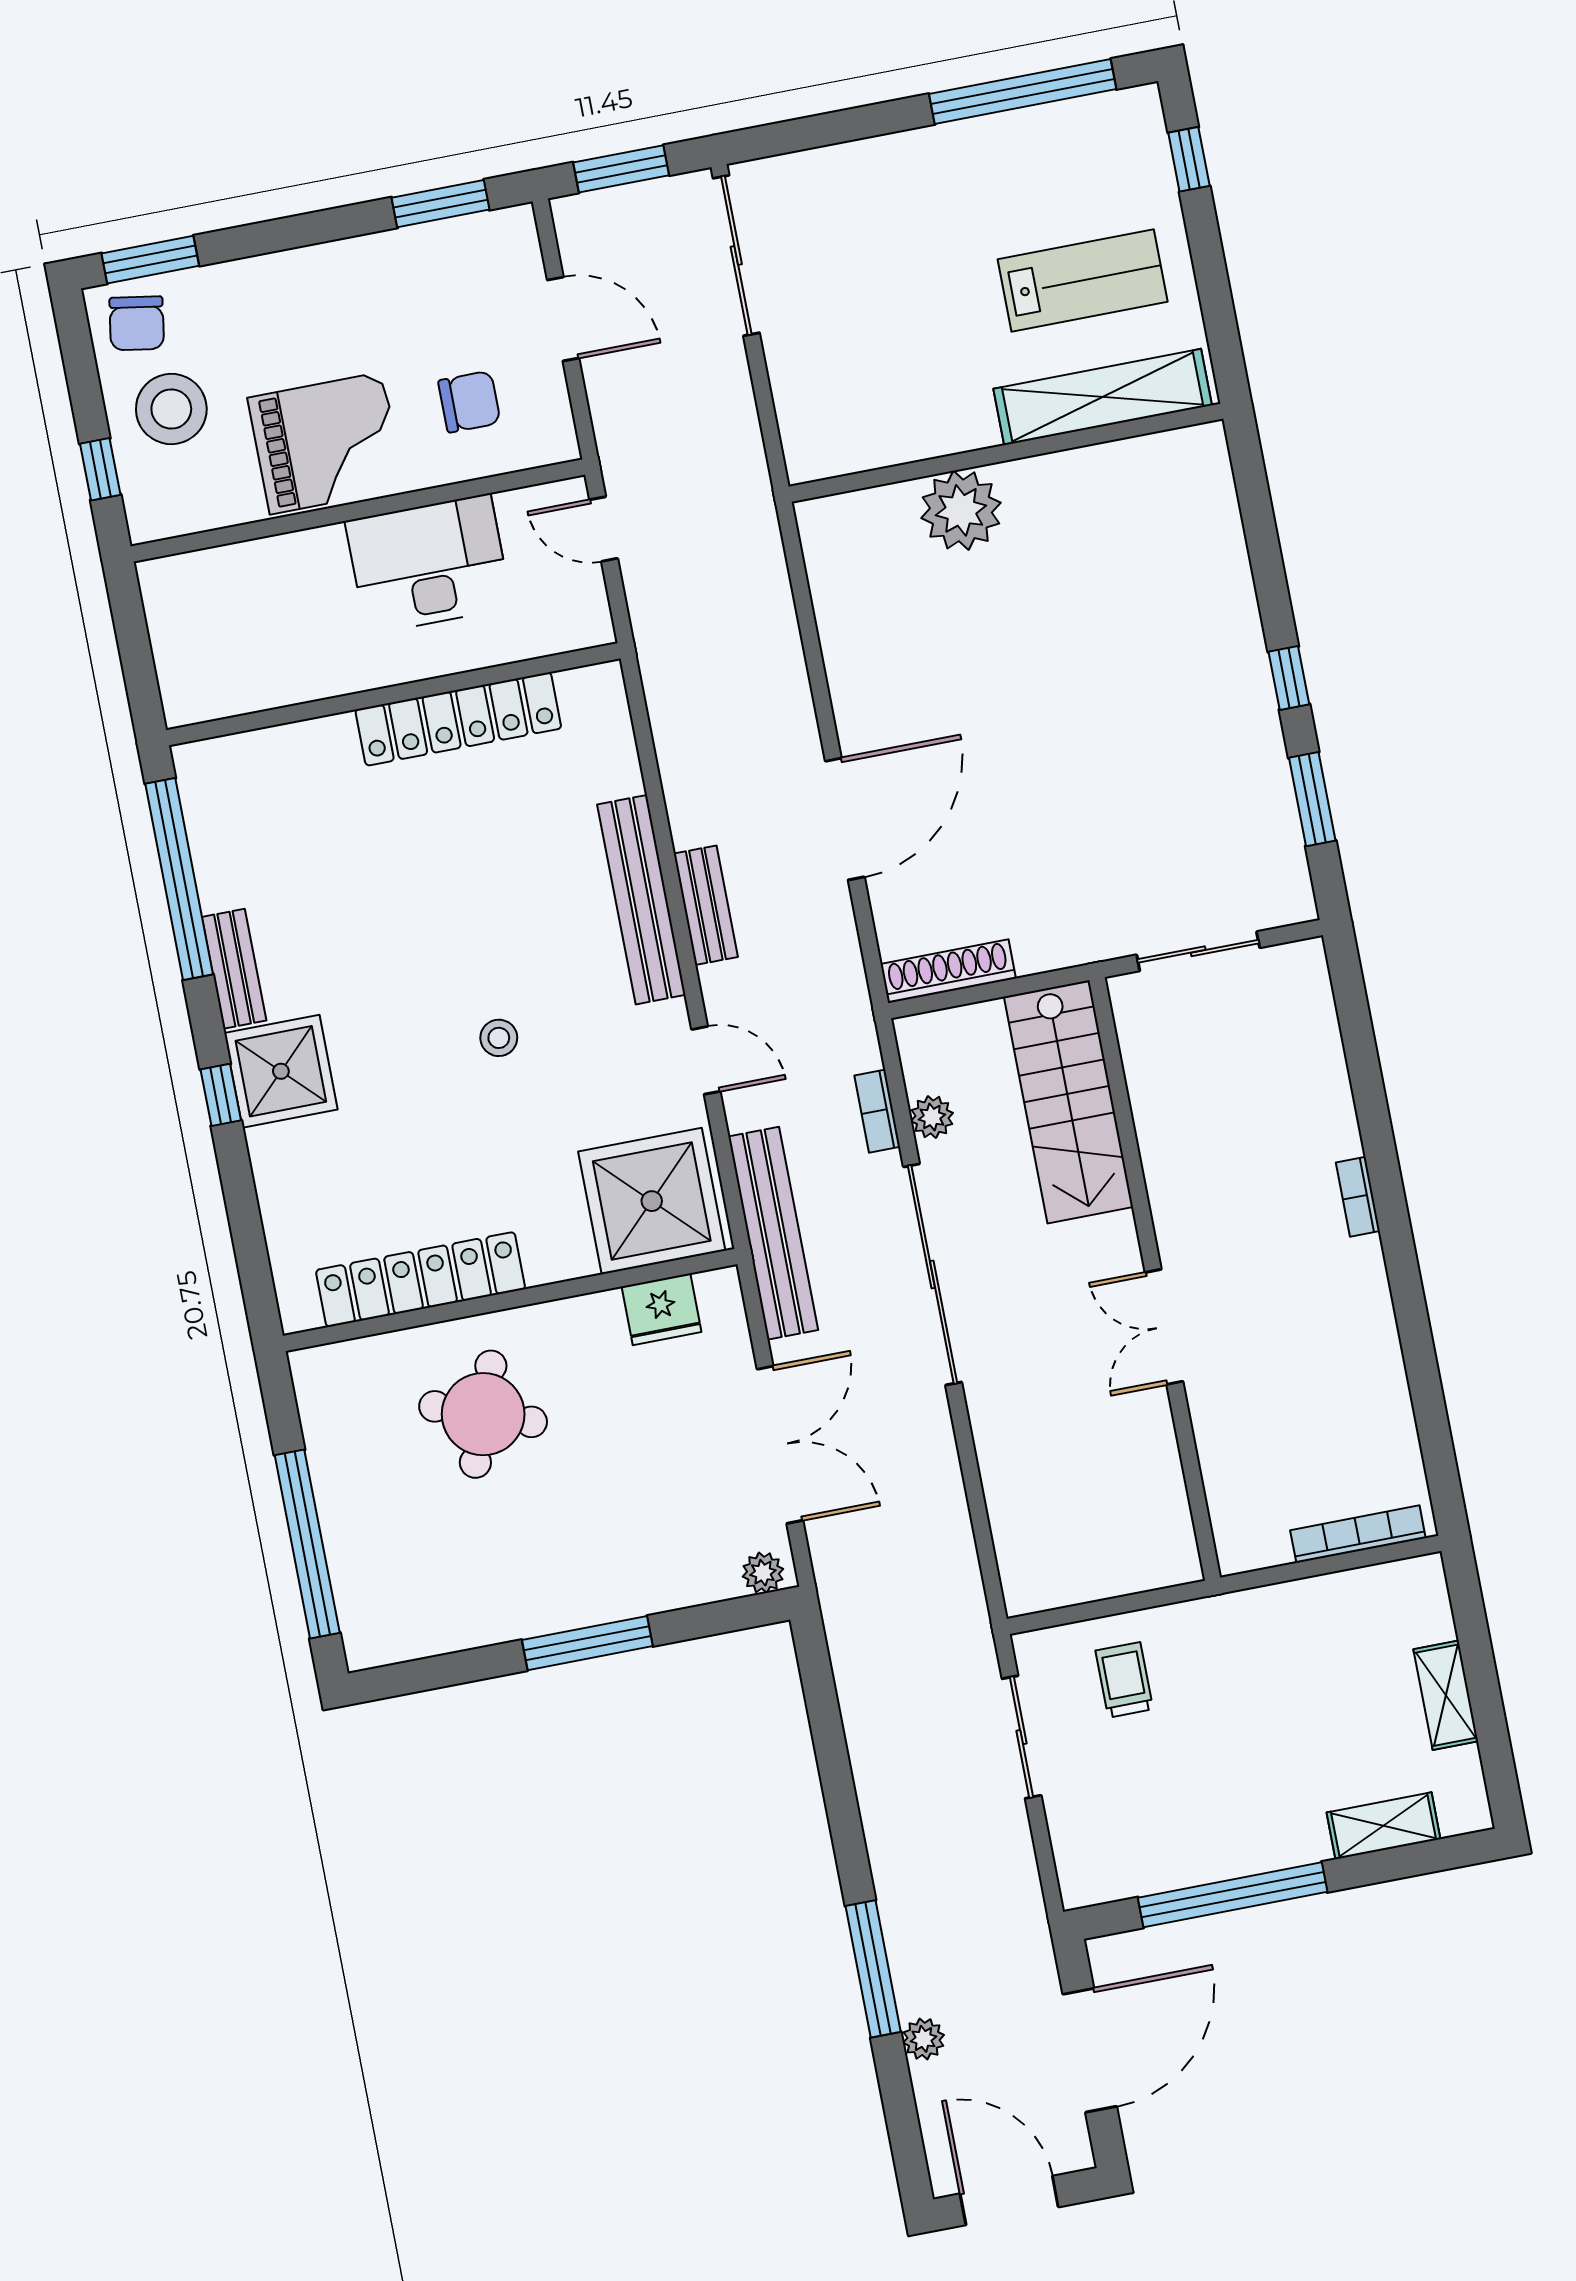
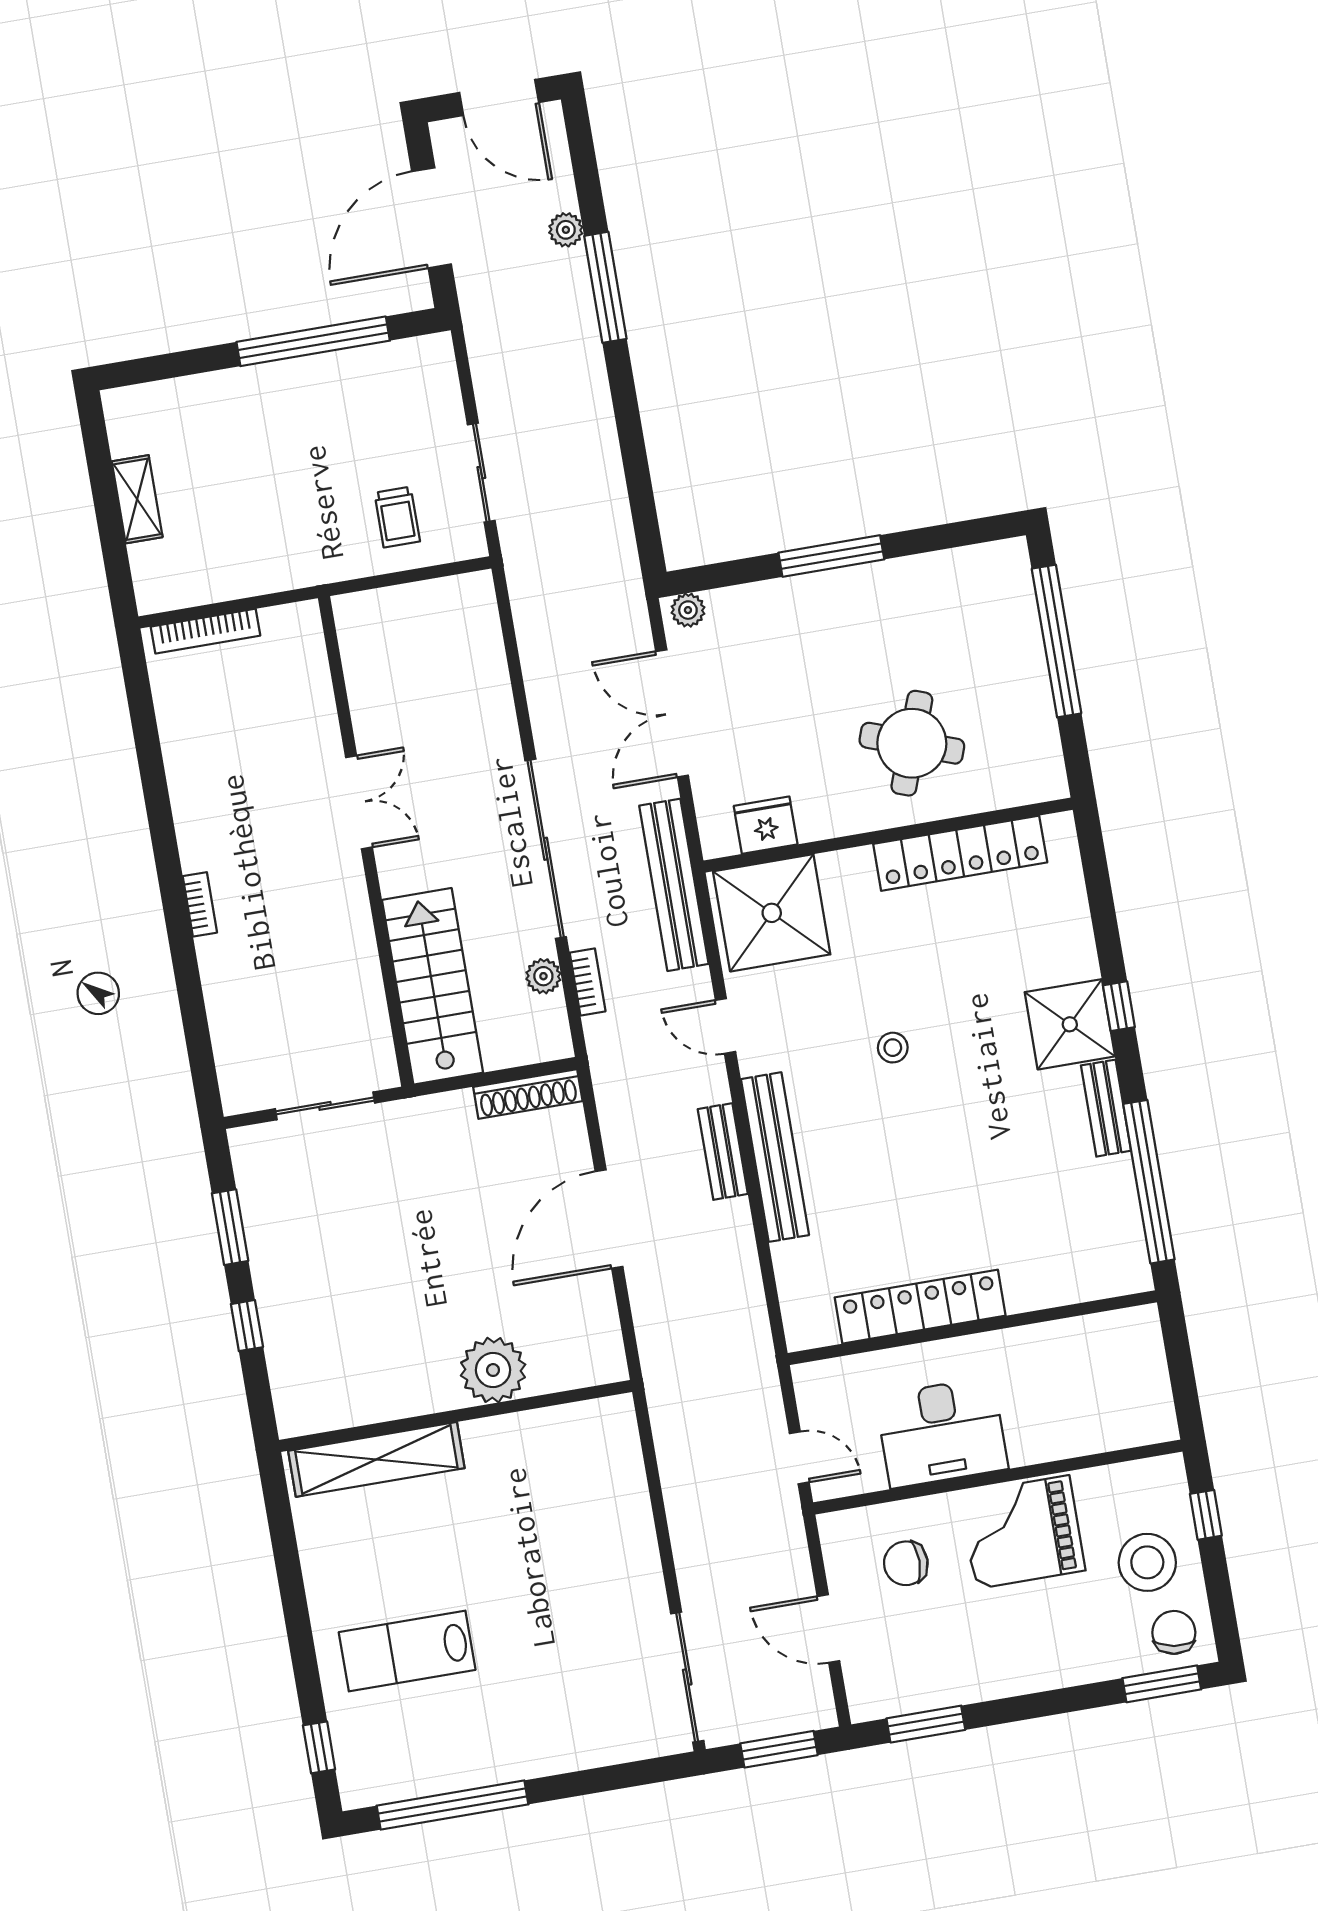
shelving: (1103, 397) -> (376, 1459), moved
wall: (1006, 453) -> (456, 1416), moved
plant: (961, 510) -> (493, 1370), moved
shelving: (1383, 1826) -> (190, 395), removed

